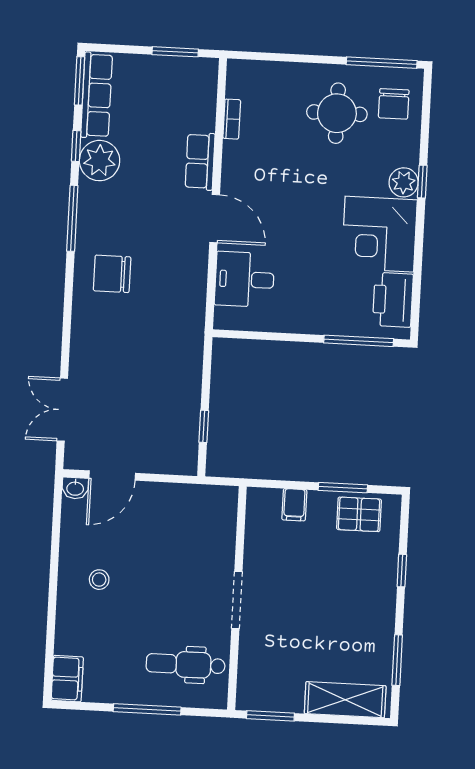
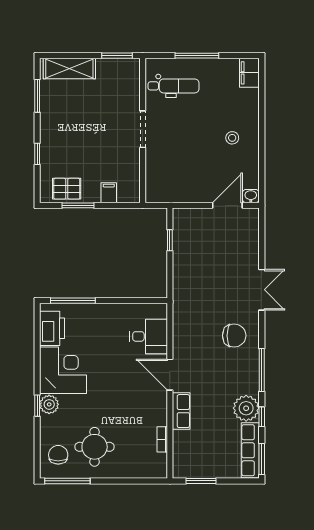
double door: (62, 410) -> (262, 290), moved

